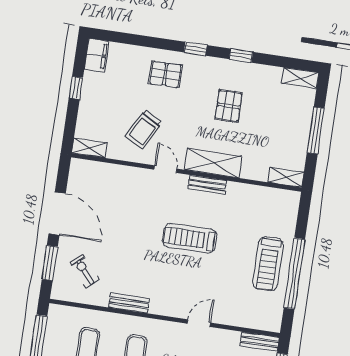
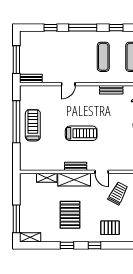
pallet: (229, 106) -> (70, 215), width x1.50, depth x1.42
window: (316, 131) -> (16, 219), moved
shelving: (286, 177) -> (47, 178), moved

